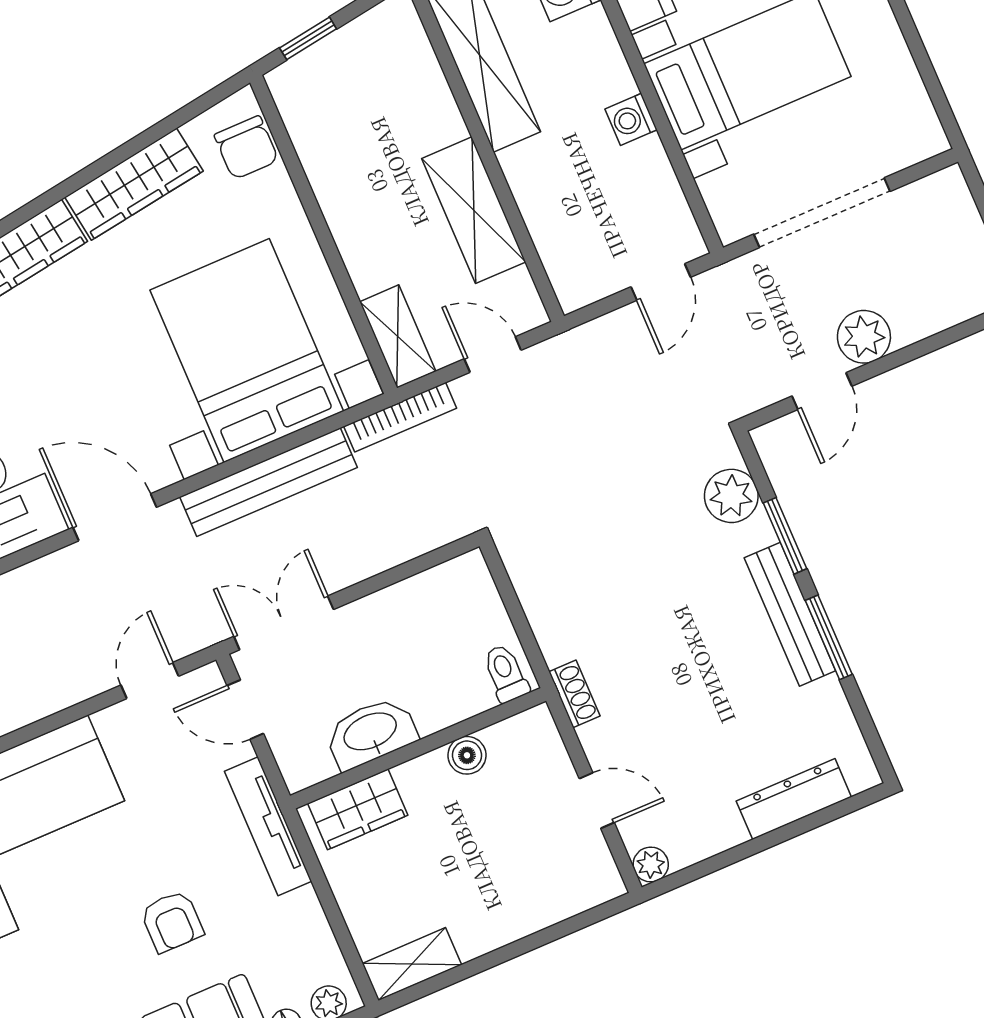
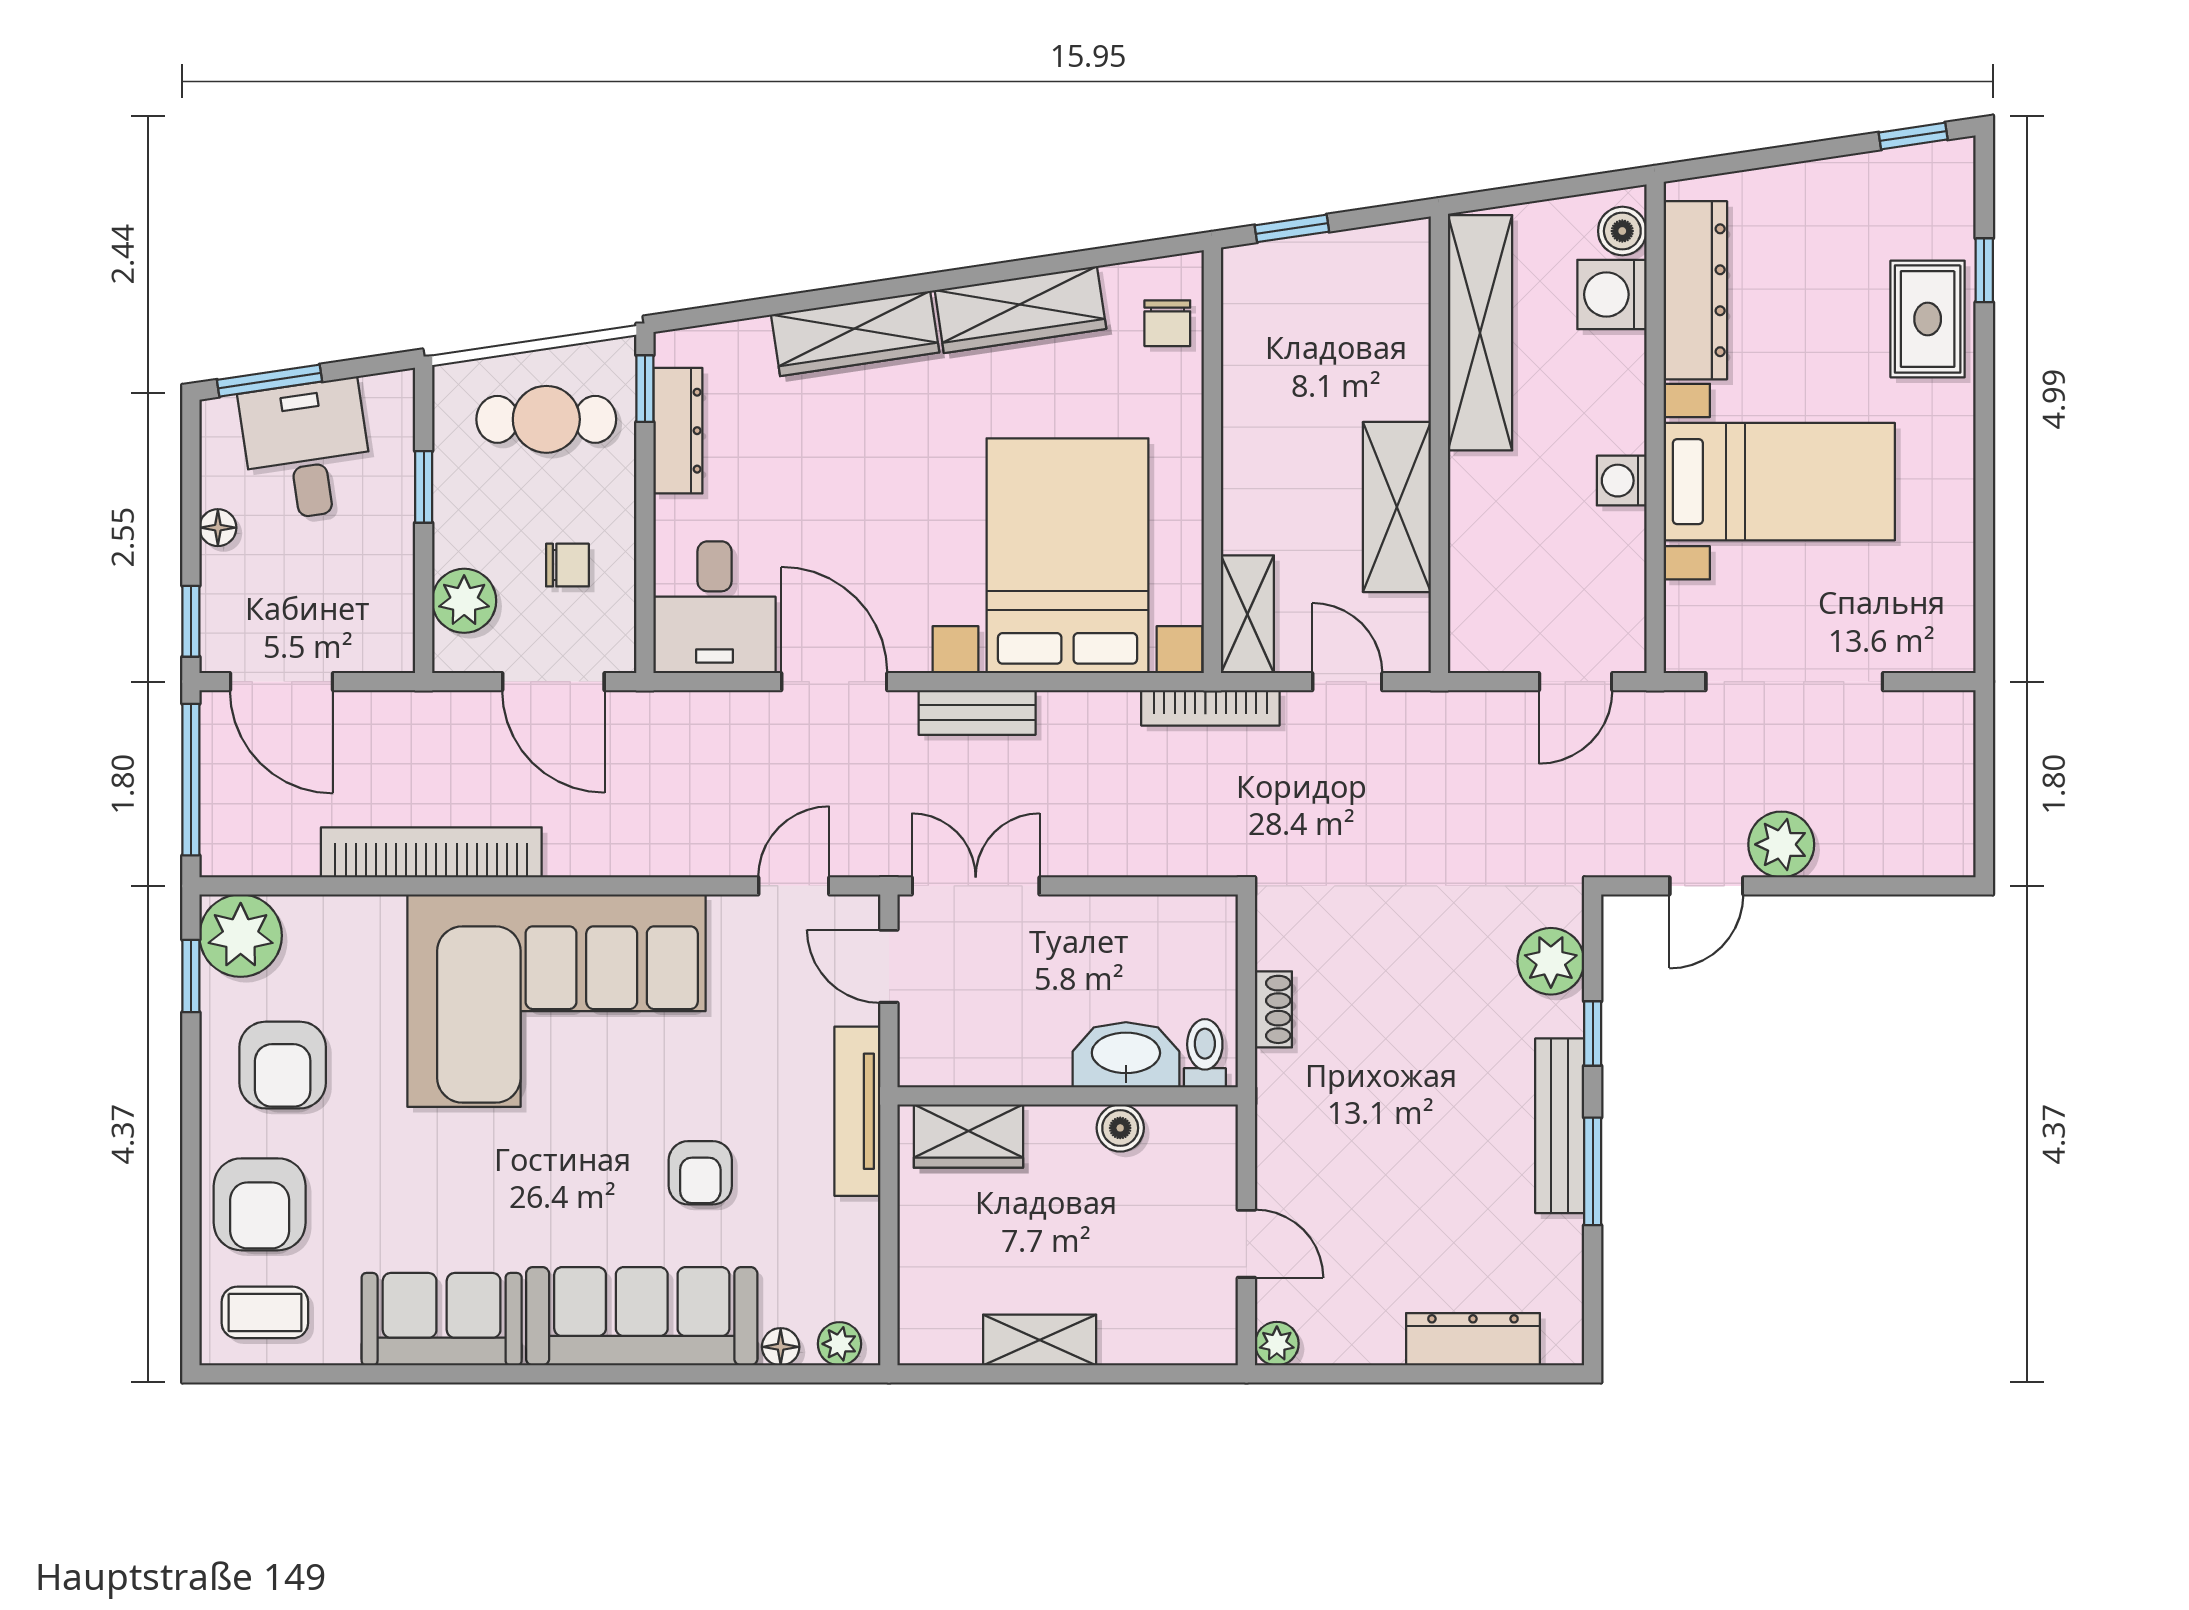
chair: (246, 148) -> (1167, 323), width x0.73, depth x0.73
bench: (269, 482) -> (977, 712), width x0.54, depth x0.82
window: (785, 536) -> (1593, 1033), width x0.67
shoe rack: (574, 694) -> (1273, 1009), moved
washbasin: (371, 733) -> (1126, 1055), moved
shelving: (412, 964) -> (1040, 1340), moved

